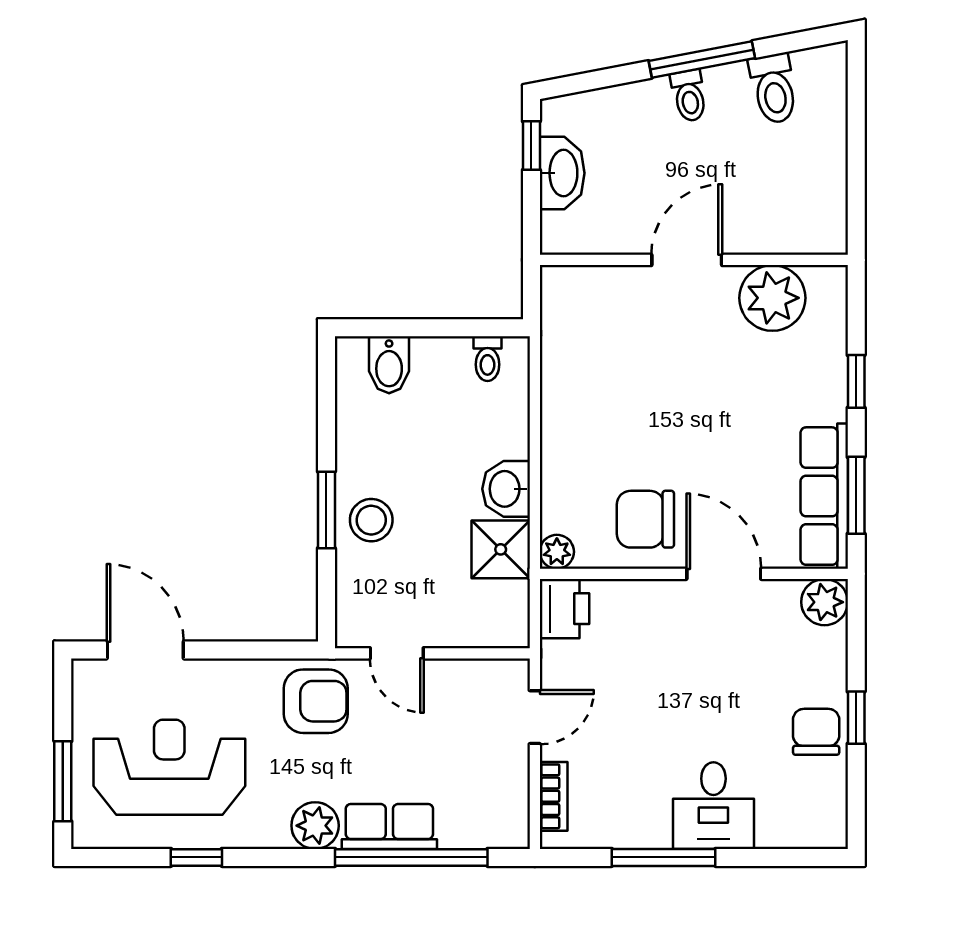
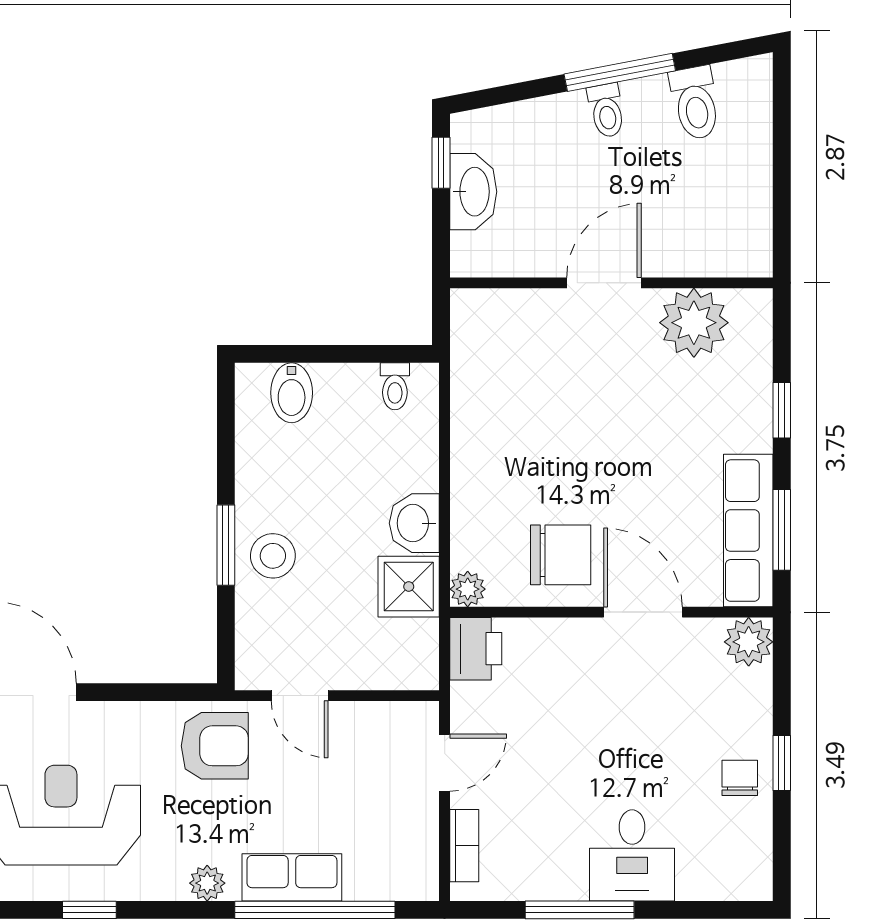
chair: (645, 519) -> (561, 555), turned 180
chair: (816, 732) -> (740, 778), width x0.73, depth x0.73
plant: (315, 826) -> (207, 883), width x0.73, depth x0.73

